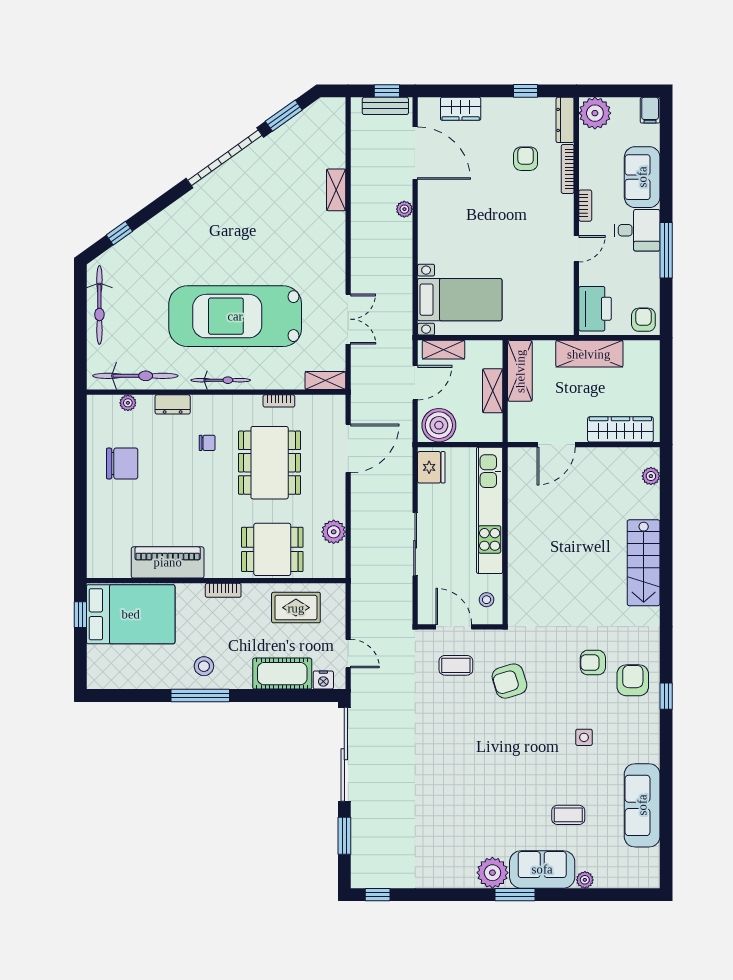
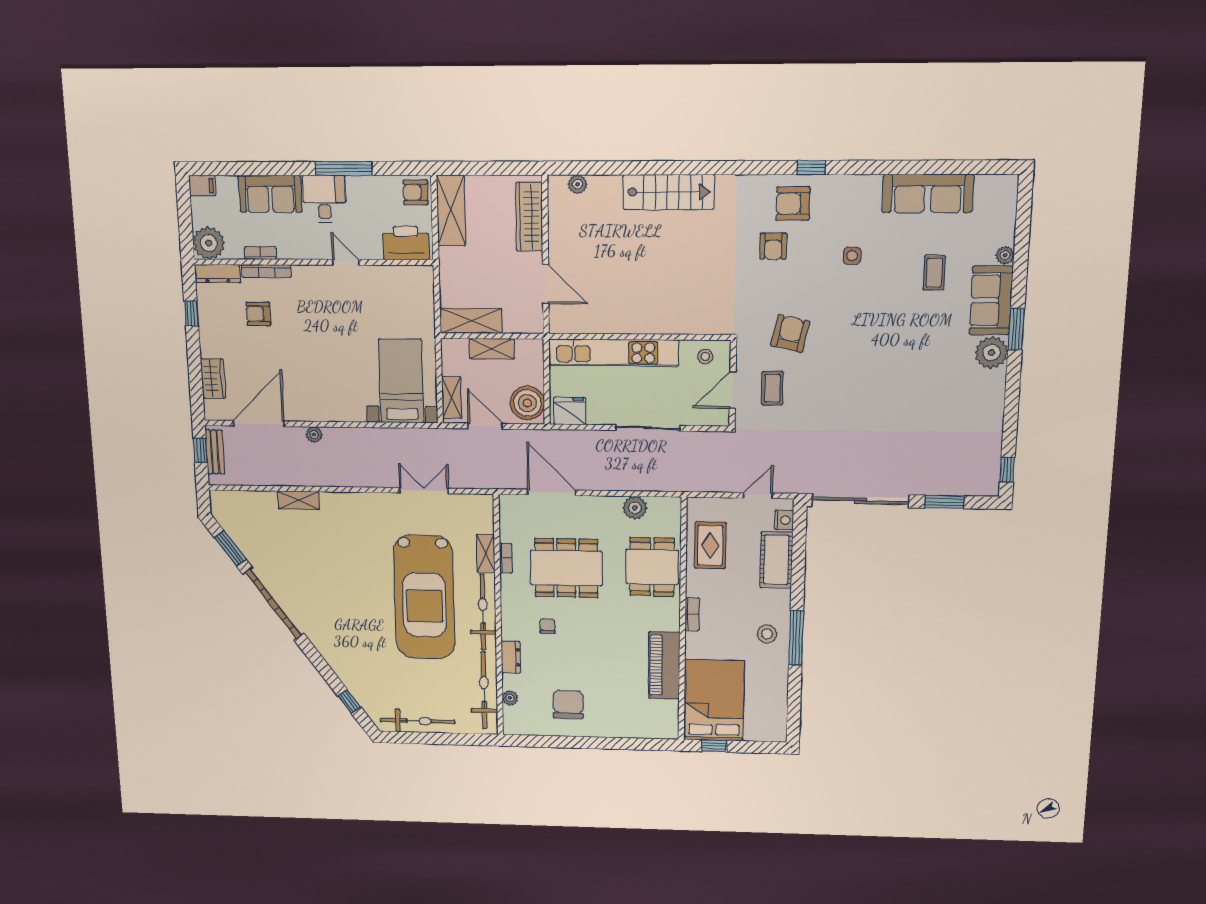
bookcase: (585, 206) -> (260, 253), moved
shelving: (589, 354) -> (451, 211), moved
bicycle: (221, 380) -> (483, 612), width x1.37, depth x1.40
shelving: (325, 381) -> (486, 553), moved
armchair: (509, 681) -> (790, 334), turned -150

